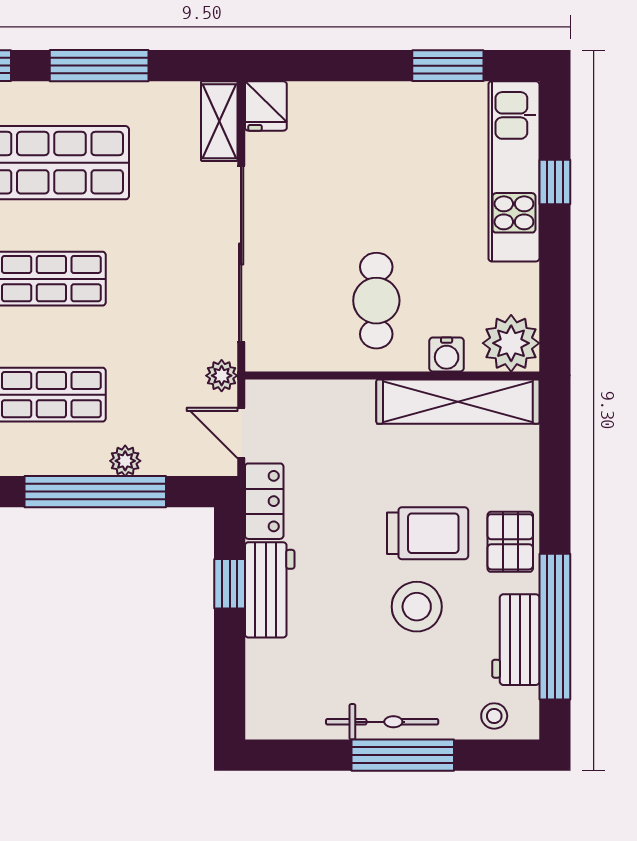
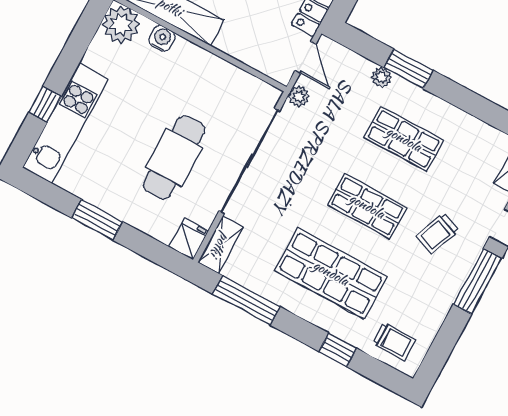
window: (99, 66) -> (246, 300), moved
window: (448, 66) -> (97, 220), moved
cafe table: (376, 301) -> (174, 157), moved, width x1.37, depth x1.35
window: (95, 492) -> (409, 69), width x0.47

